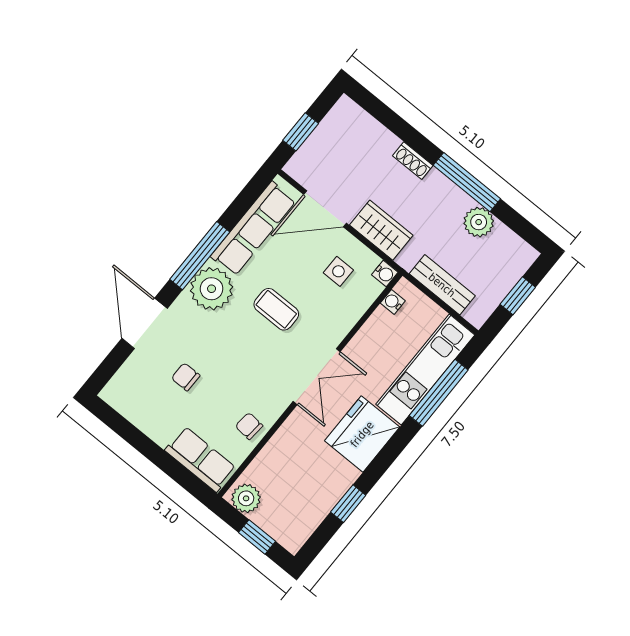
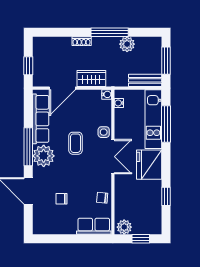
side table: (338, 271) -> (104, 132), moved
bench: (442, 285) -> (145, 80), moved
window: (518, 296) -> (166, 61), width x1.50
coffee table: (276, 309) -> (76, 143), turned 90

